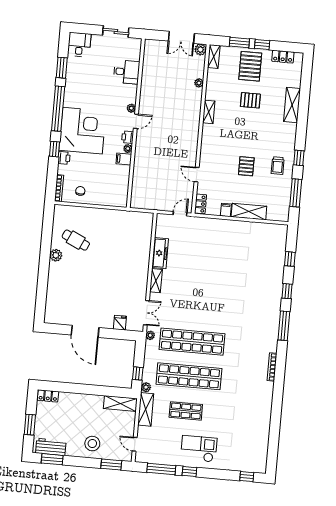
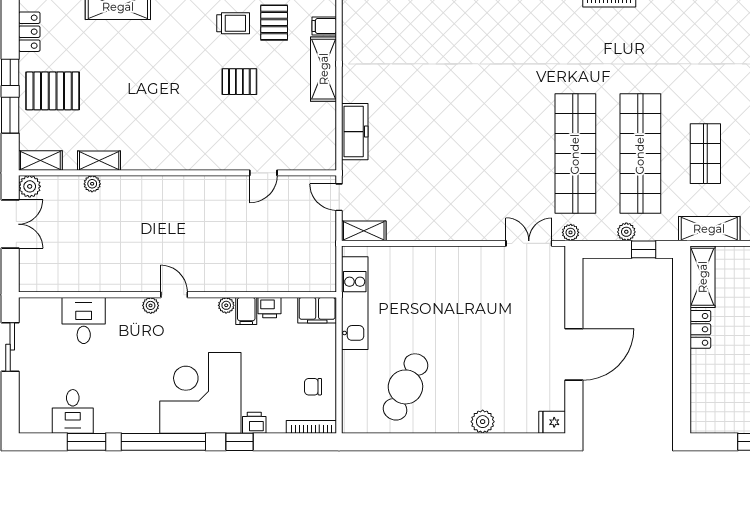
desk: (79, 45) -> (73, 411), moved, turned -90
pallet: (250, 100) -> (274, 23), moved
shelving: (209, 112) -> (99, 161), moved
printer: (128, 137) -> (270, 308), moved
filing cabinet: (121, 197) -> (317, 310), added
locker: (201, 204) -> (317, 161), removed
filing cabinet: (226, 210) -> (324, 26), moved
kitchen unit: (123, 217) -> (355, 303), added
cafe table: (76, 240) -> (405, 387), width x1.37, depth x1.35
freezer: (160, 253) -> (355, 132), moved, turned 90
plant: (56, 255) -> (483, 422), moved
shelving: (156, 281) -> (364, 231), moved
fridge: (120, 323) -> (552, 422), moved
plant: (146, 387) -> (626, 232), moved
locker: (48, 396) -> (700, 329), moved

